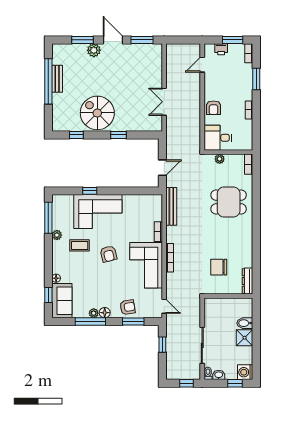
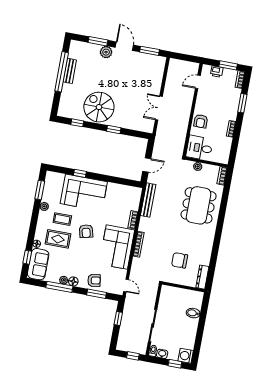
dining table: (229, 202) -> (199, 205), width x1.37
window: (48, 218) -> (40, 190), width x0.69
rug: (79, 268) -> (58, 239), added
shower: (245, 338) -> (191, 326), removed

